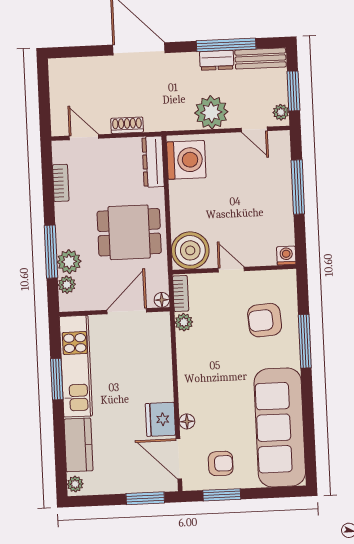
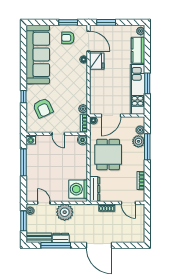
window: (298, 187) -> (23, 162), moved
dining table: (129, 232) -> (108, 155), turned 90
boiler: (190, 250) -> (83, 140), width x0.54, depth x0.54
armchair: (265, 320) -> (43, 108), turned 69
window: (305, 341) -> (23, 97), width x0.46

